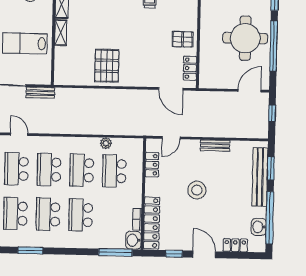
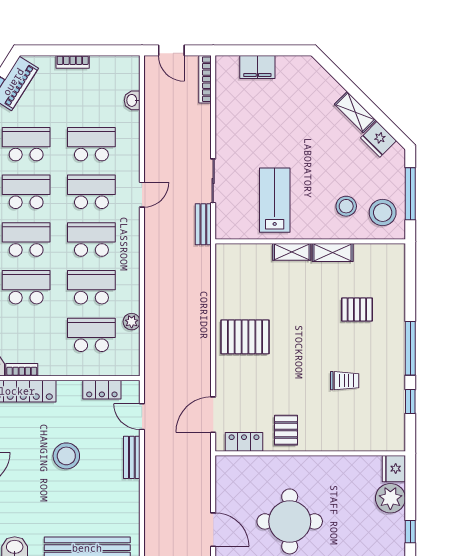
pallet: (107, 66) -> (245, 337), moved
bench: (215, 146) -> (132, 457), moved

